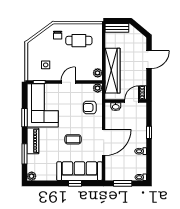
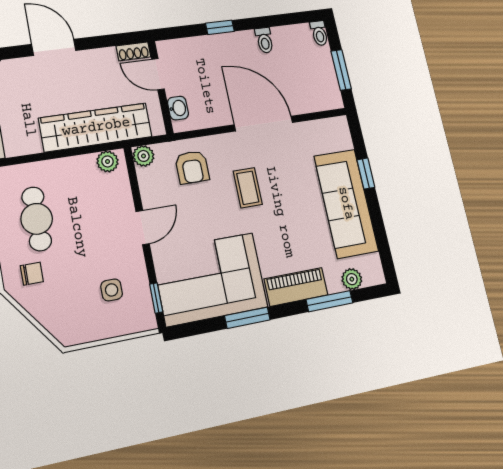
door: (68, 82) -> (143, 228), swing flipped
coffee table: (73, 139) -> (248, 188), moved
sofa: (79, 171) -> (346, 203), moved
plant: (32, 176) -> (352, 279), moved

